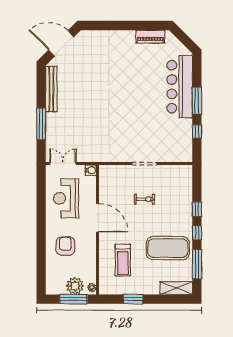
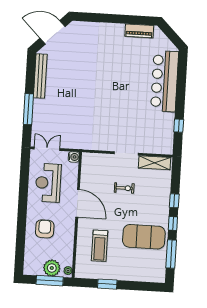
window: (197, 101) -> (180, 96), removed
shelving: (176, 288) -> (154, 163), moved

